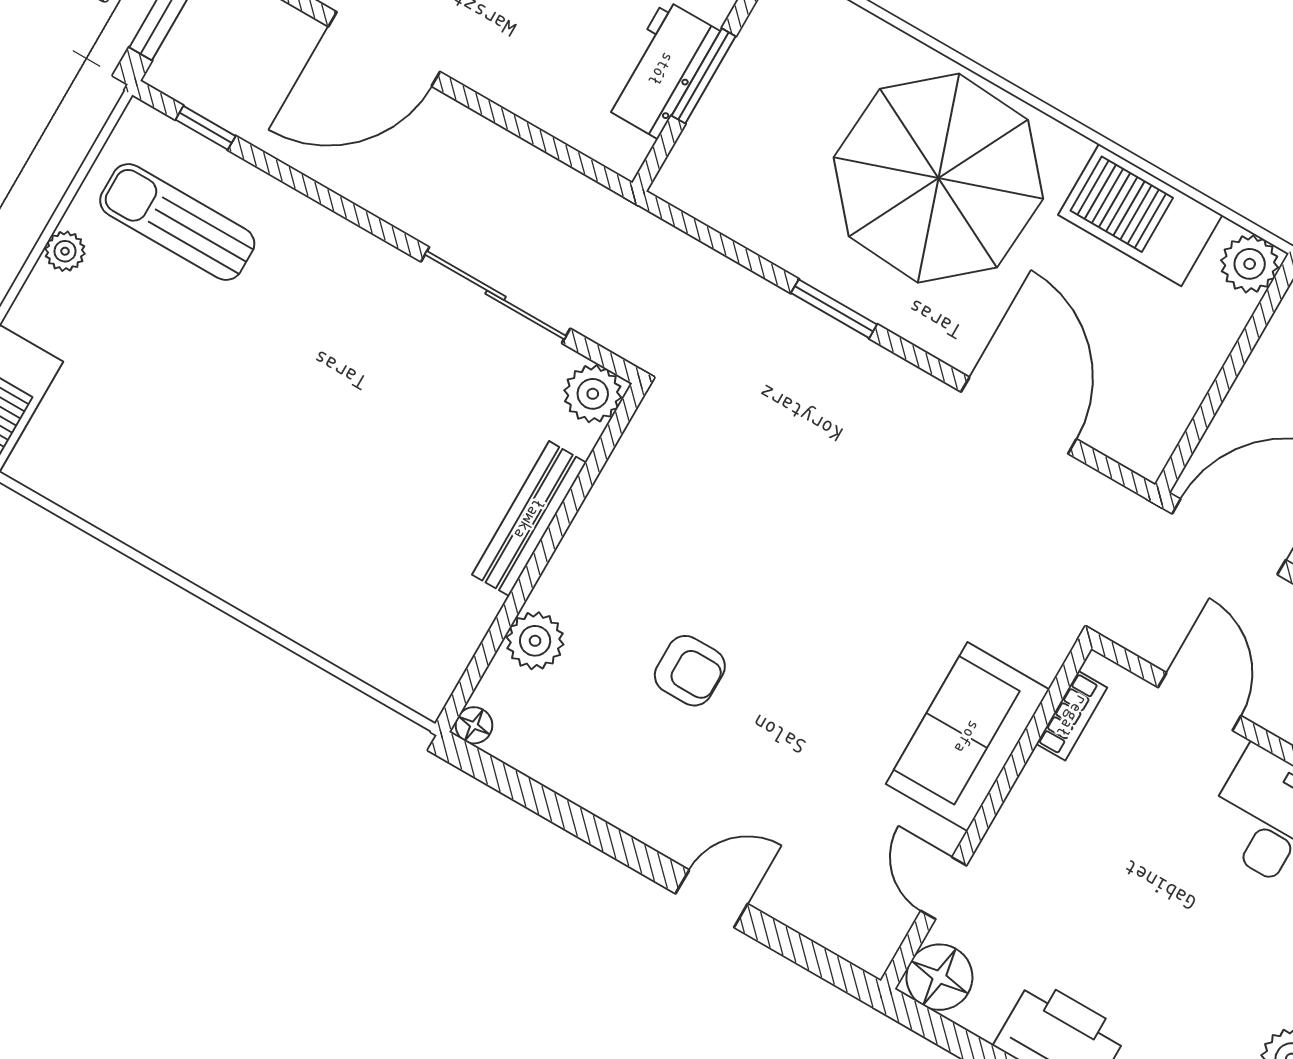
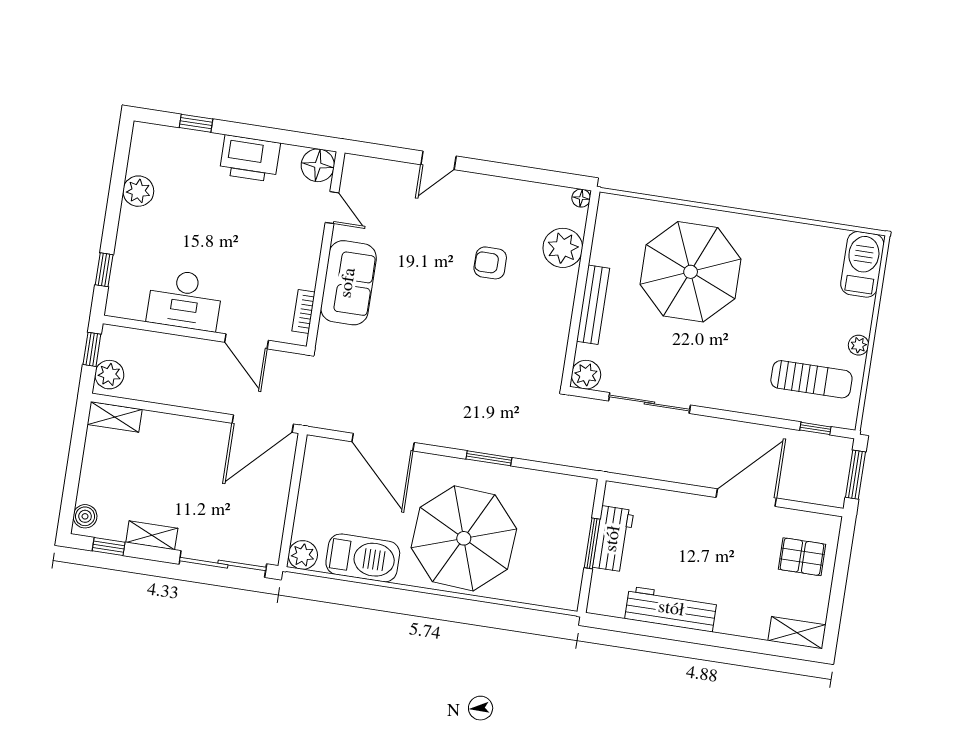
parasol: (324, 509) -> (691, 272), added
plant: (535, 641) -> (563, 248), width x1.36, depth x1.36

